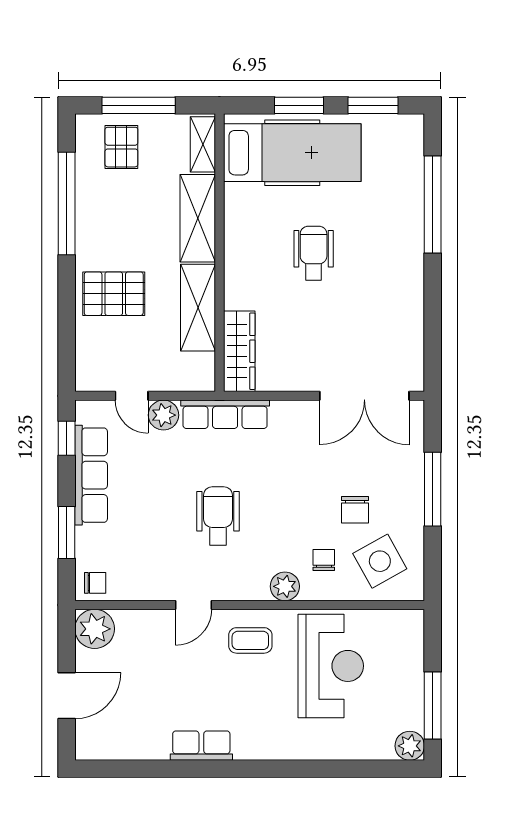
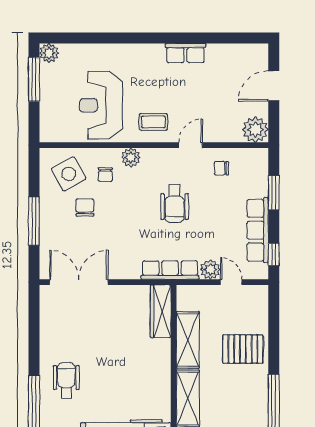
wheelchair: (314, 253) -> (66, 380), moved, turned 180
chair: (95, 583) -> (221, 168), moved

